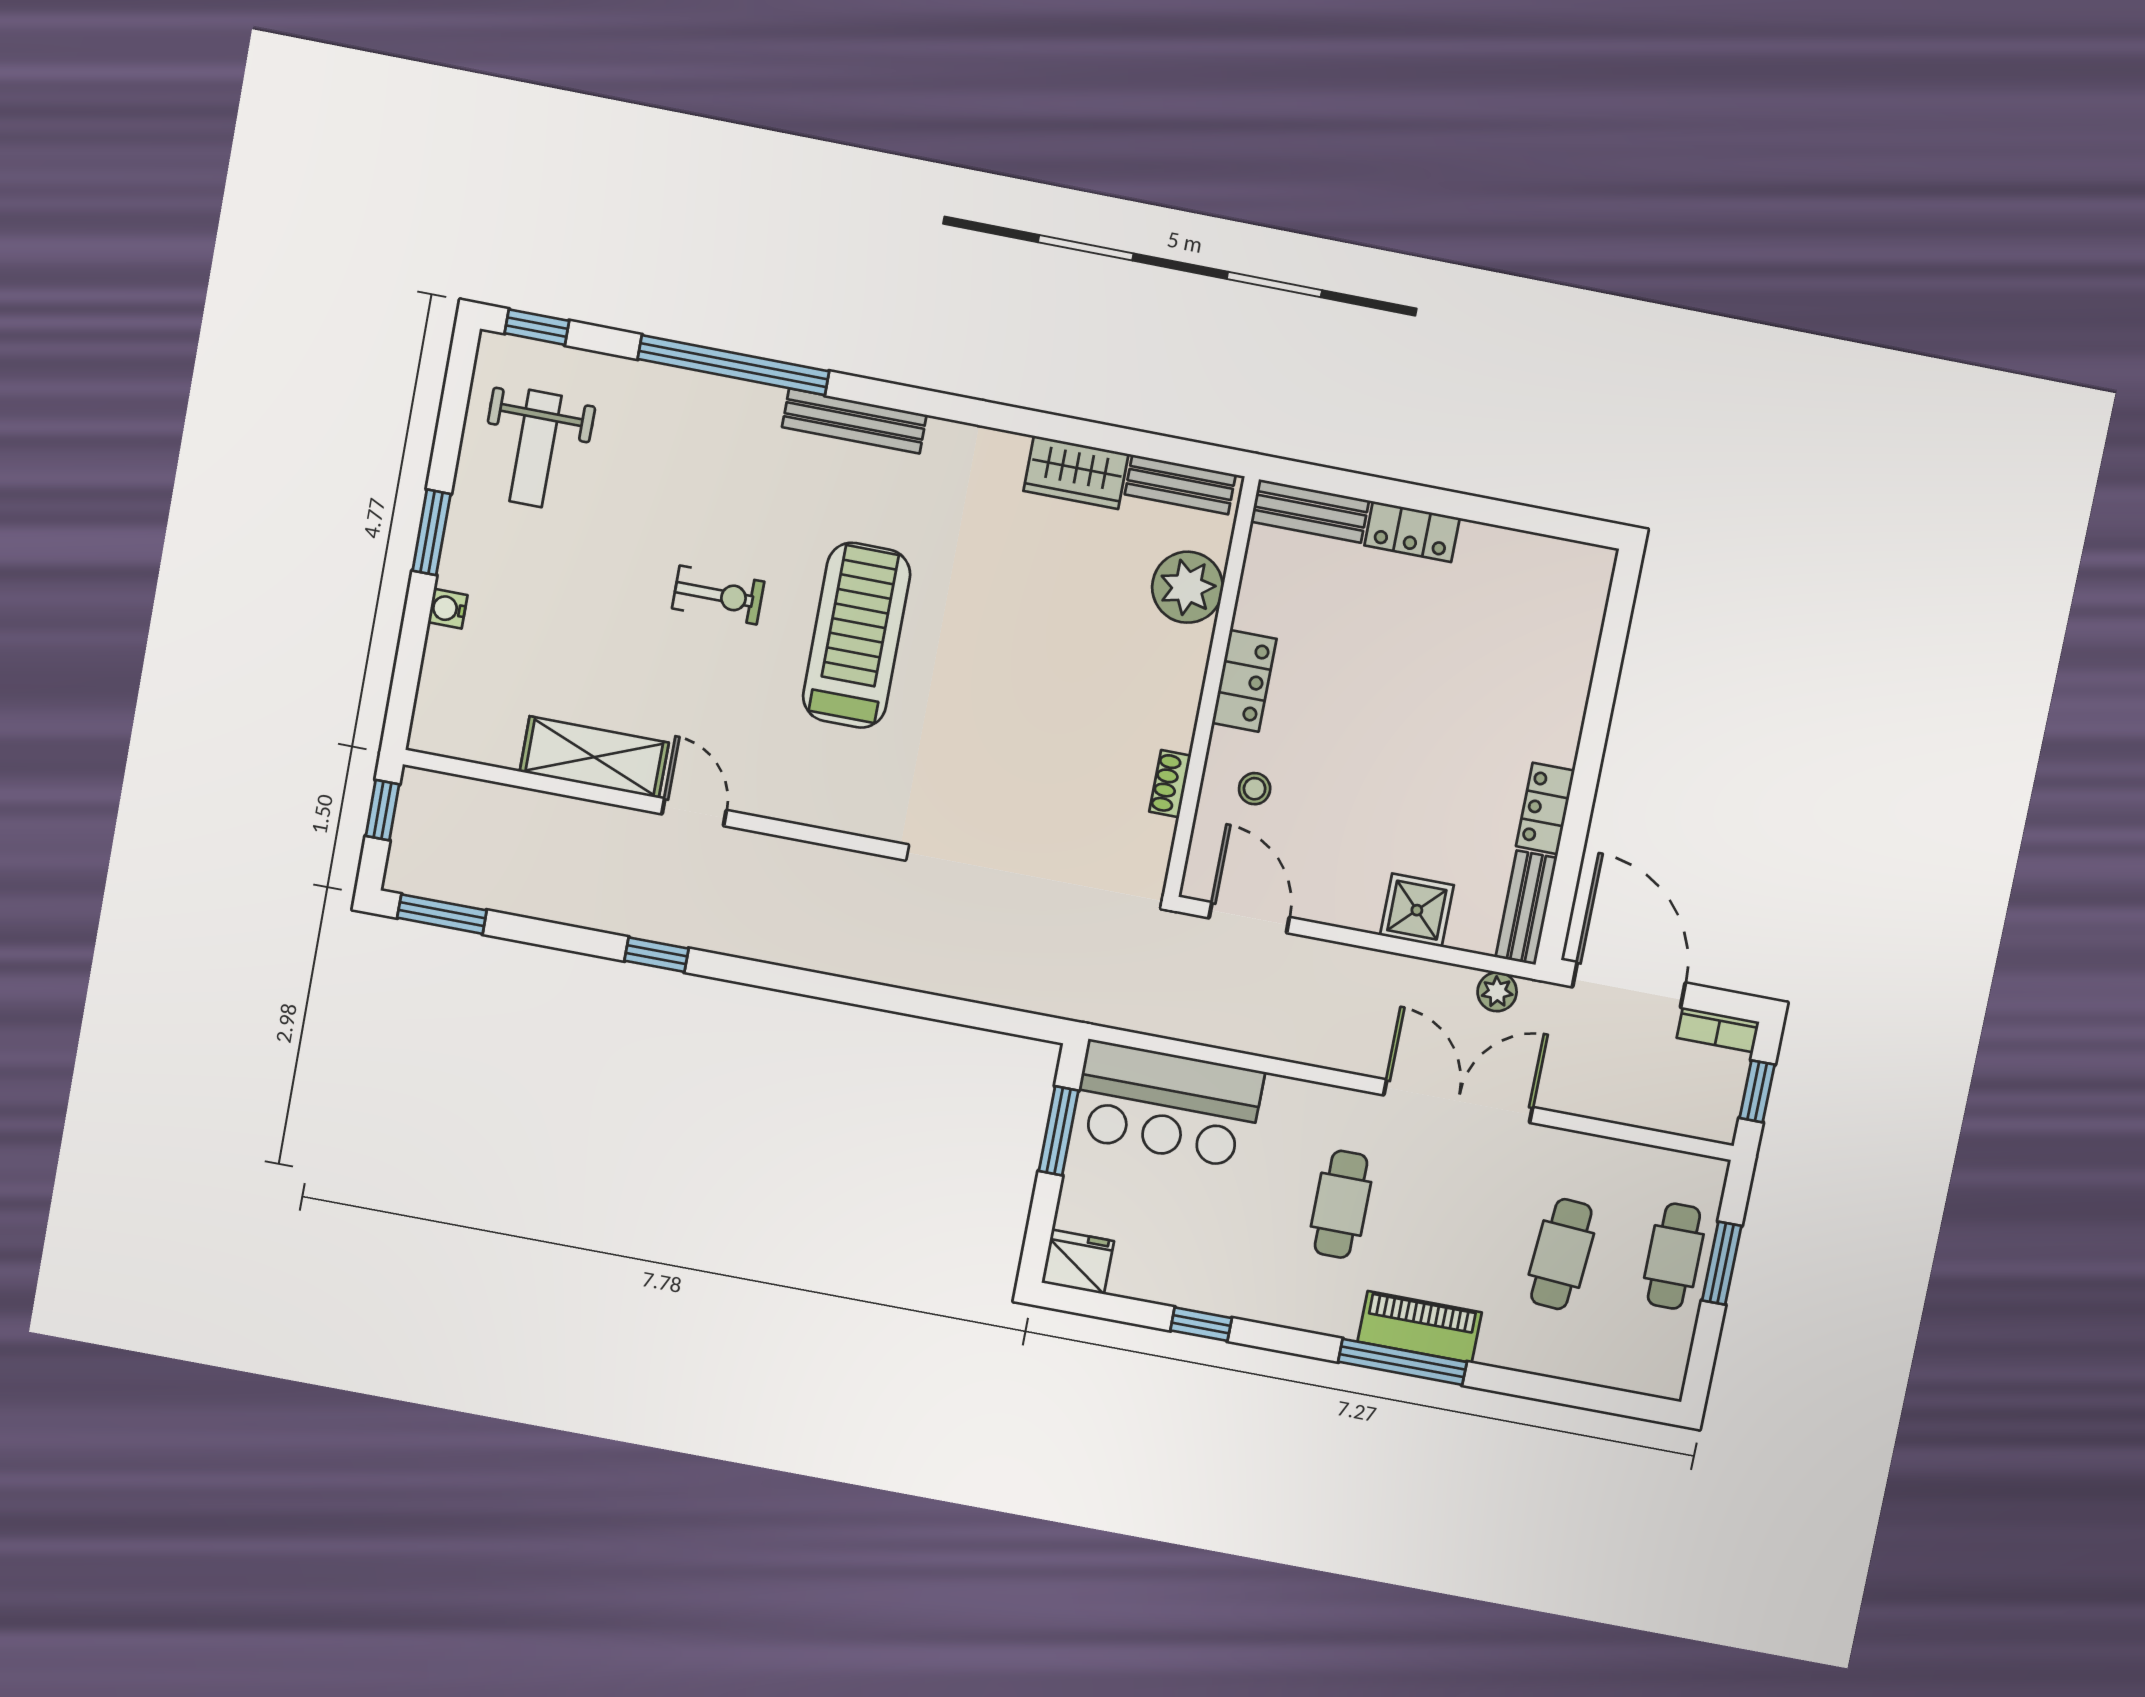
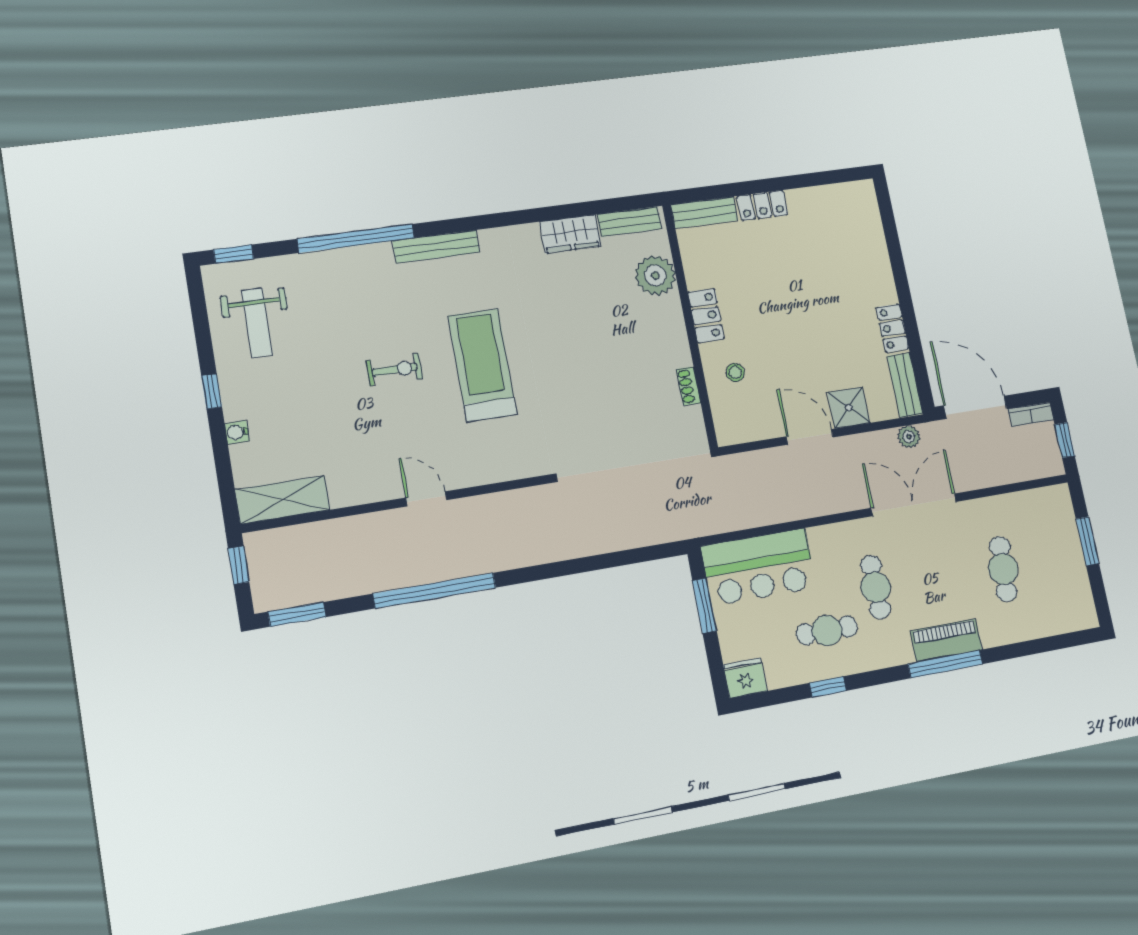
window: (432, 532) -> (212, 391), width x0.67
shelving: (594, 757) -> (283, 500), moved
door: (1249, 918) -> (810, 437), moved
window: (656, 955) -> (435, 591), width x3.17
cafe table: (1674, 1256) -> (827, 630), moved, turned 90

